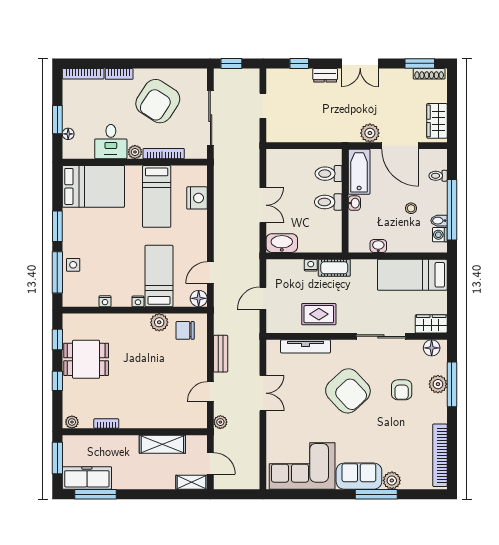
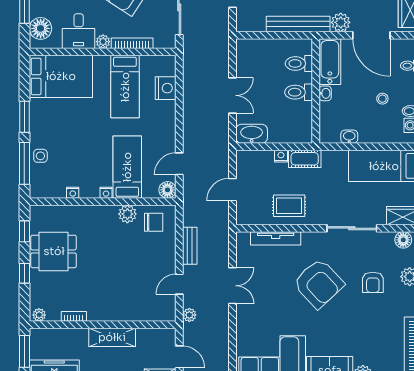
floor lamp: (68, 134) -> (41, 28), width x1.89, depth x1.89
bench: (328, 135) -> (298, 24), added
chair: (185, 330) -> (154, 222), turned 180
shelving: (162, 444) -> (112, 337), moved

